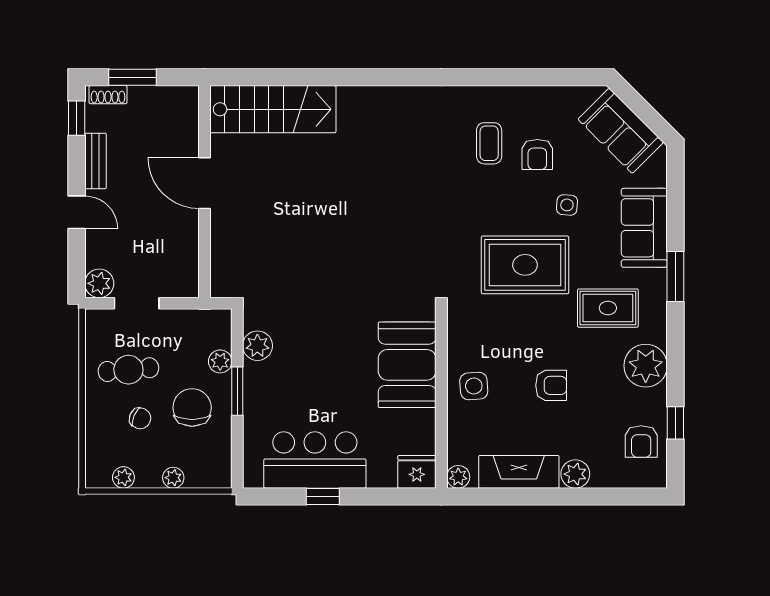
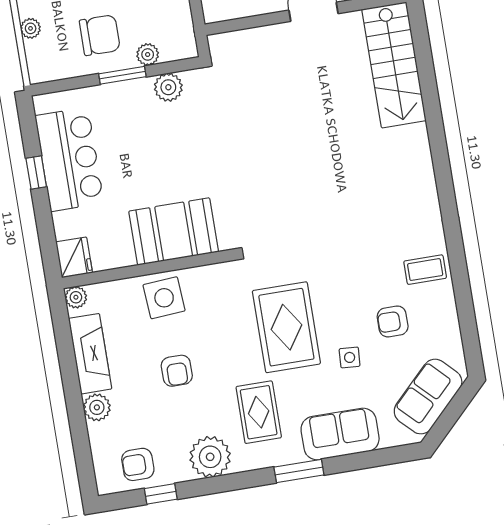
coffee table: (489, 143) -> (425, 270), moved
side table: (474, 386) -> (164, 298), width x1.37, depth x1.37

